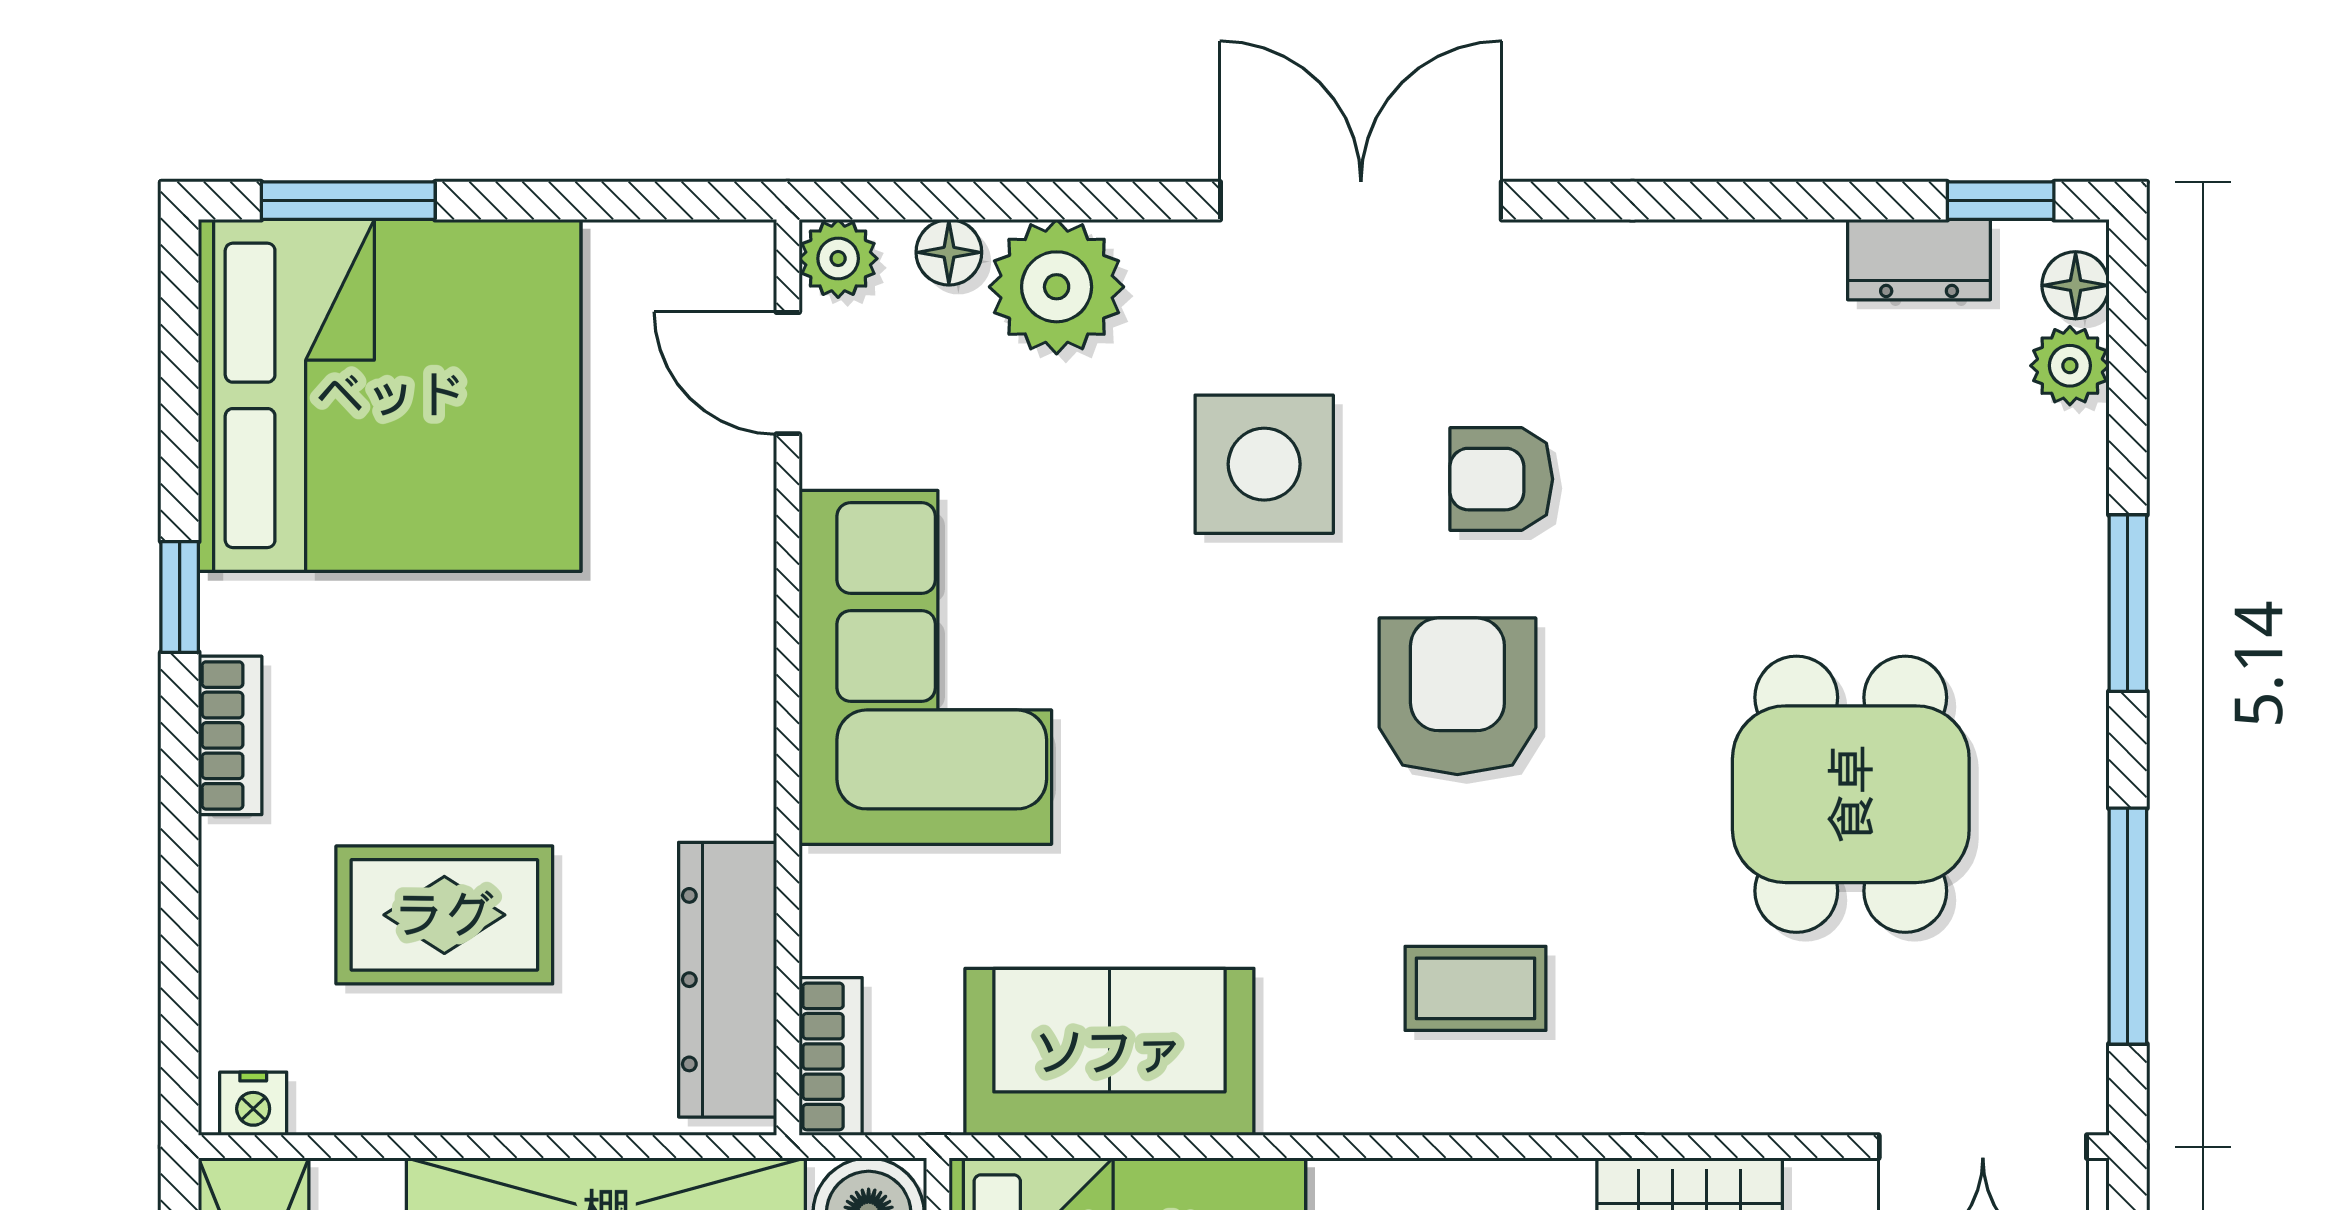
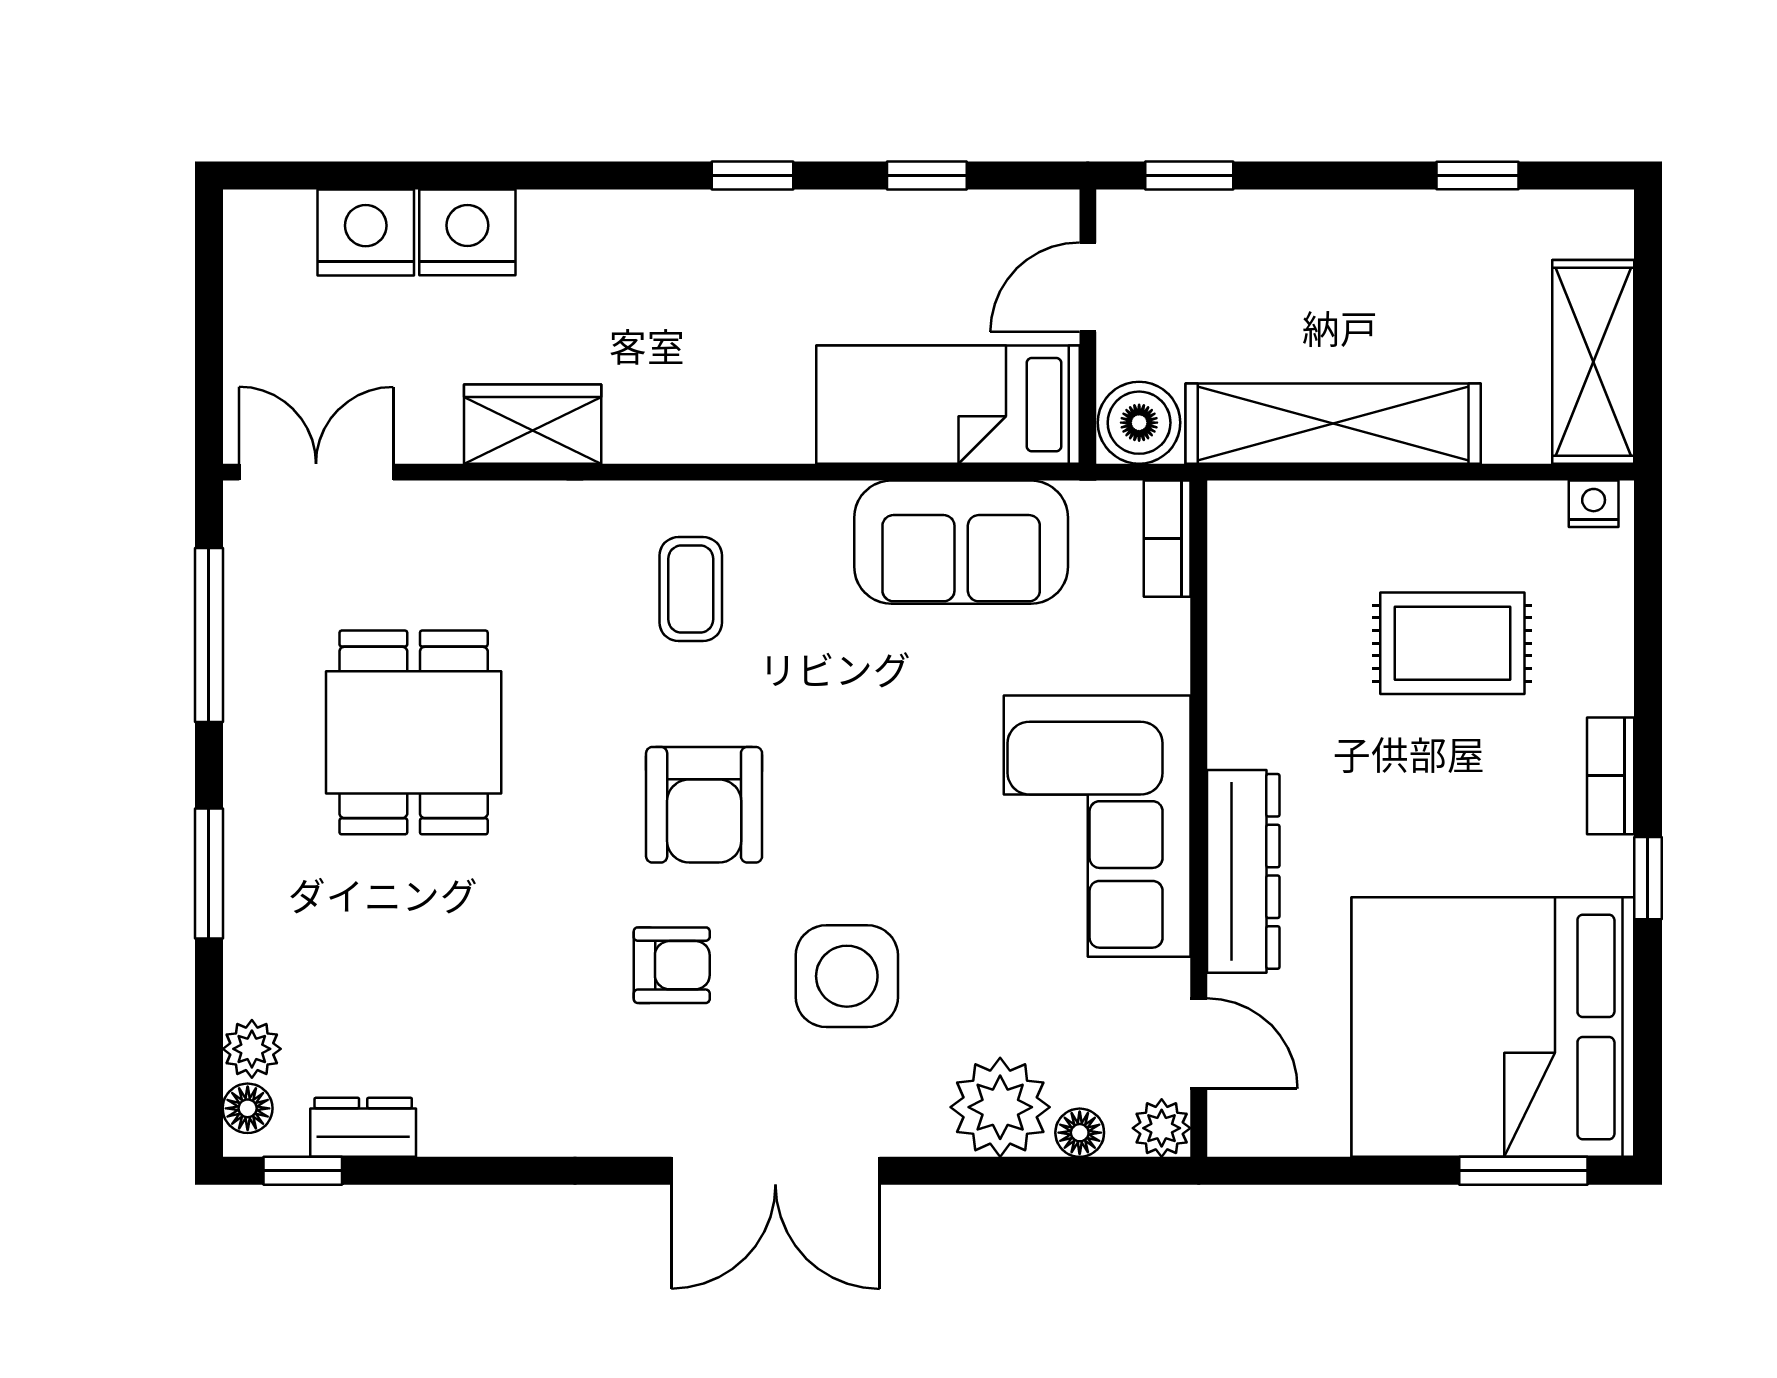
dresser: (728, 980) -> (1243, 871), moved
coffee table: (1476, 988) -> (691, 589), turned 90

